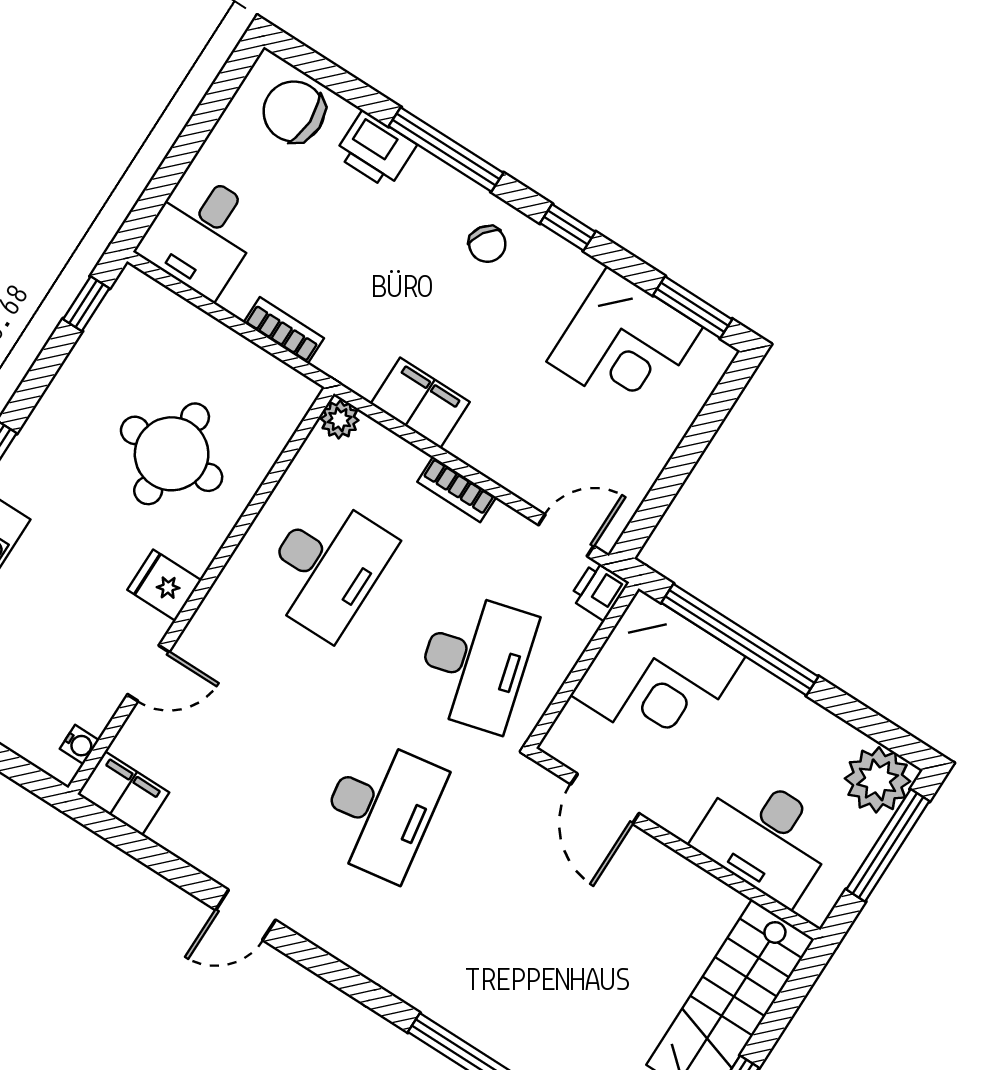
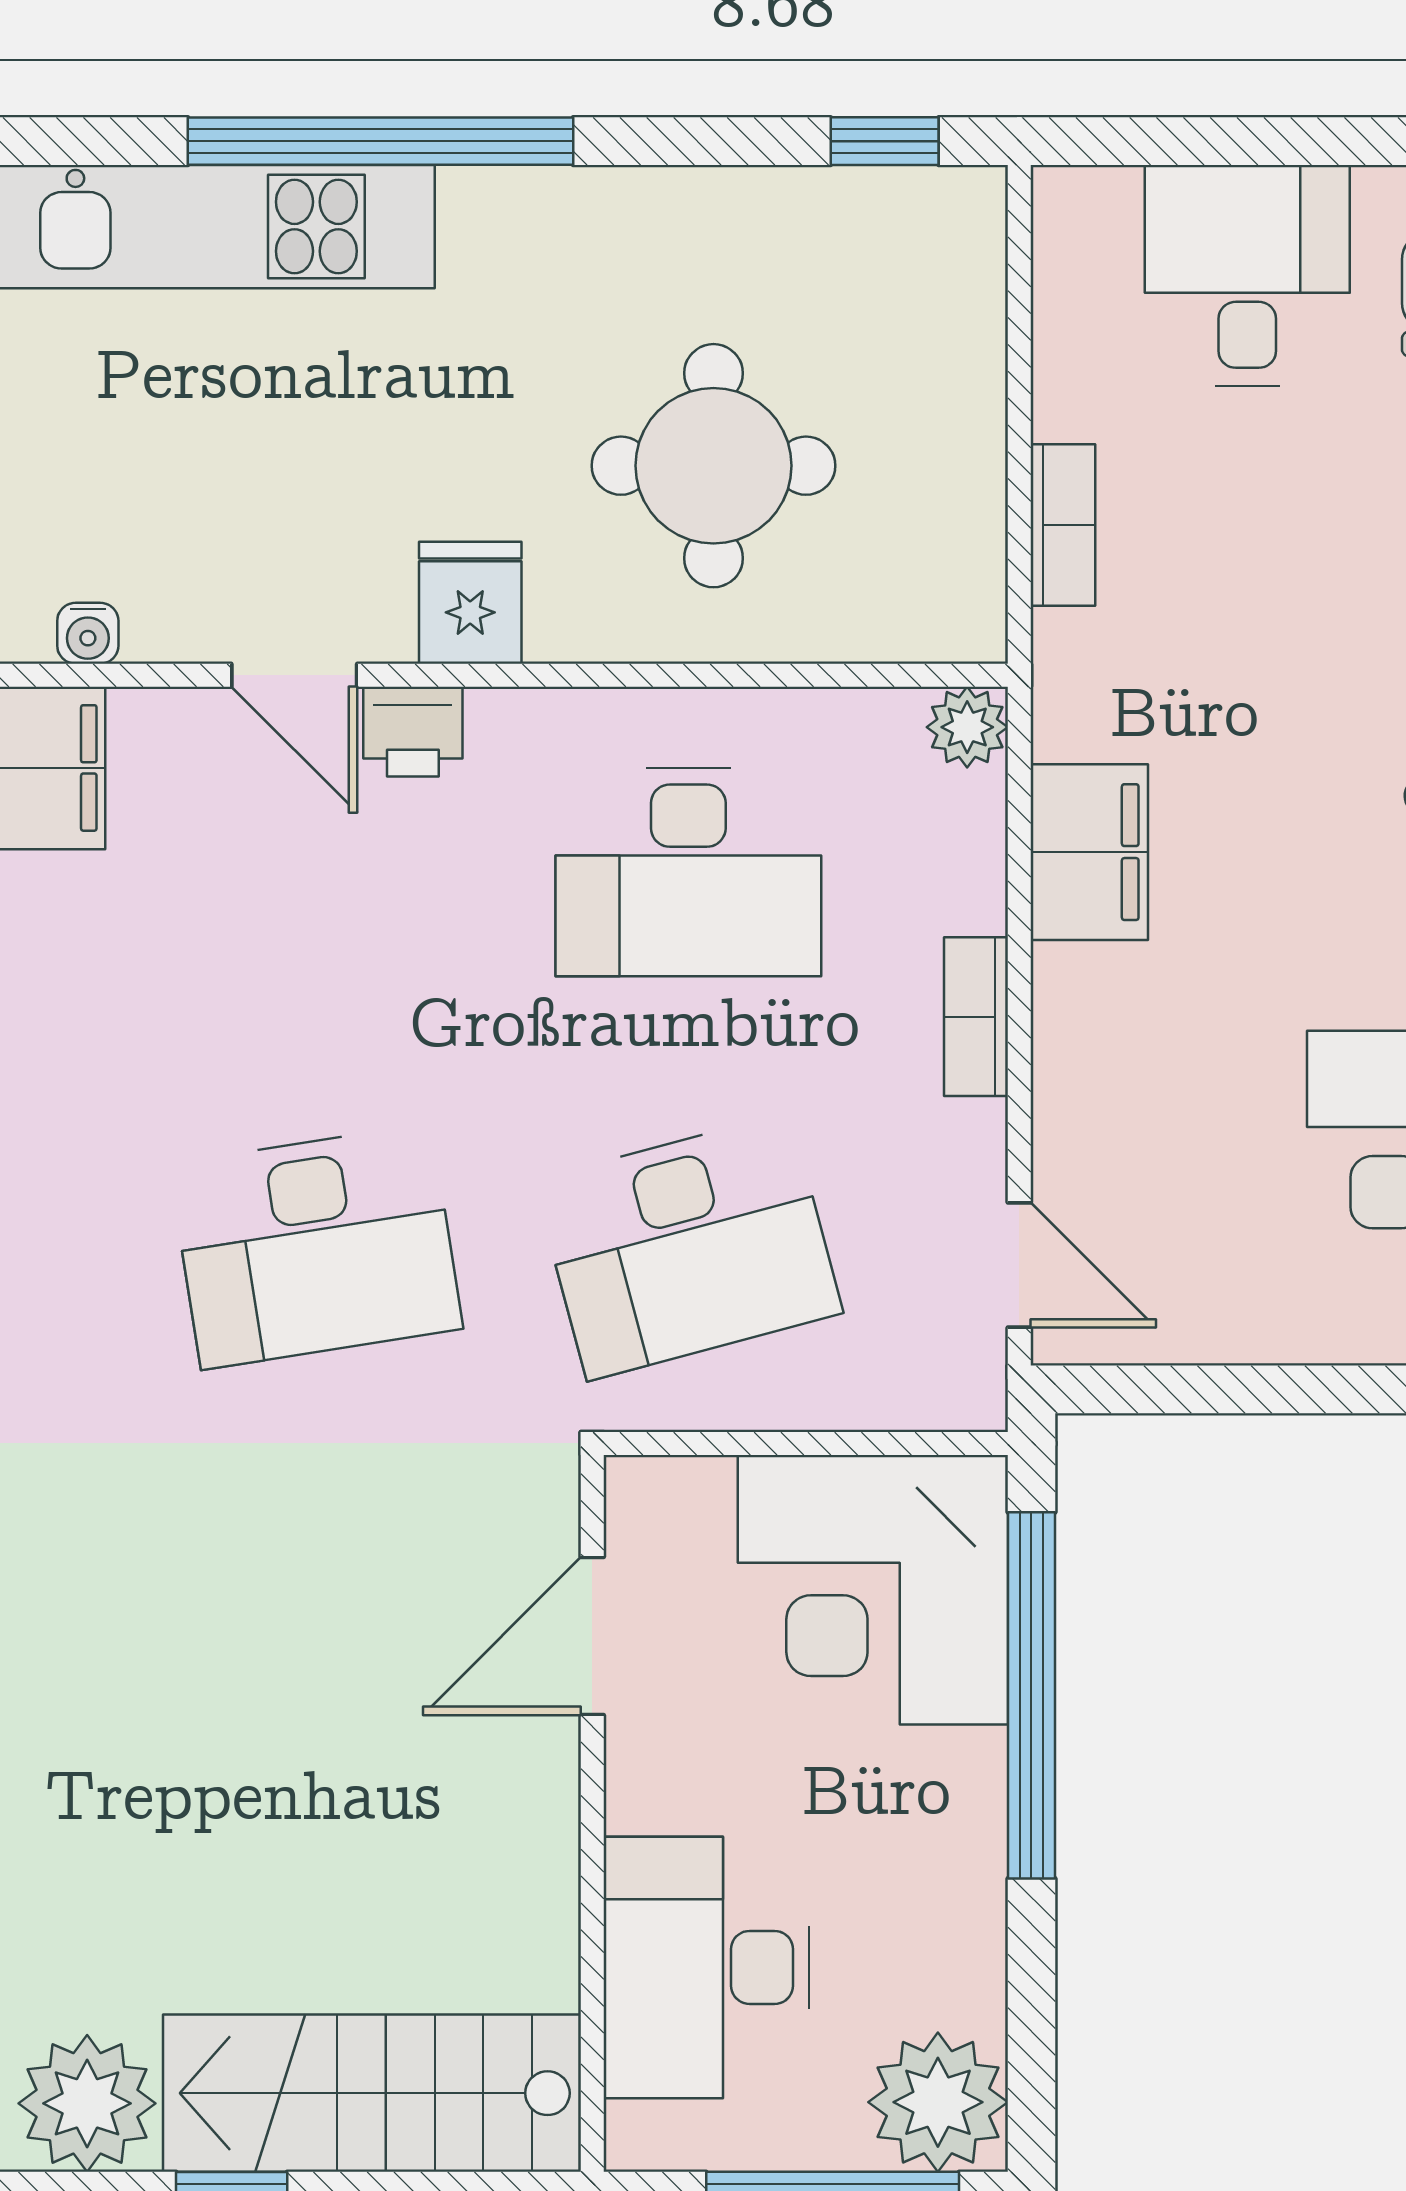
desk: (201, 234) -> (1247, 275), moved, turned 90
printer: (599, 590) -> (413, 732), moved, turned 180

